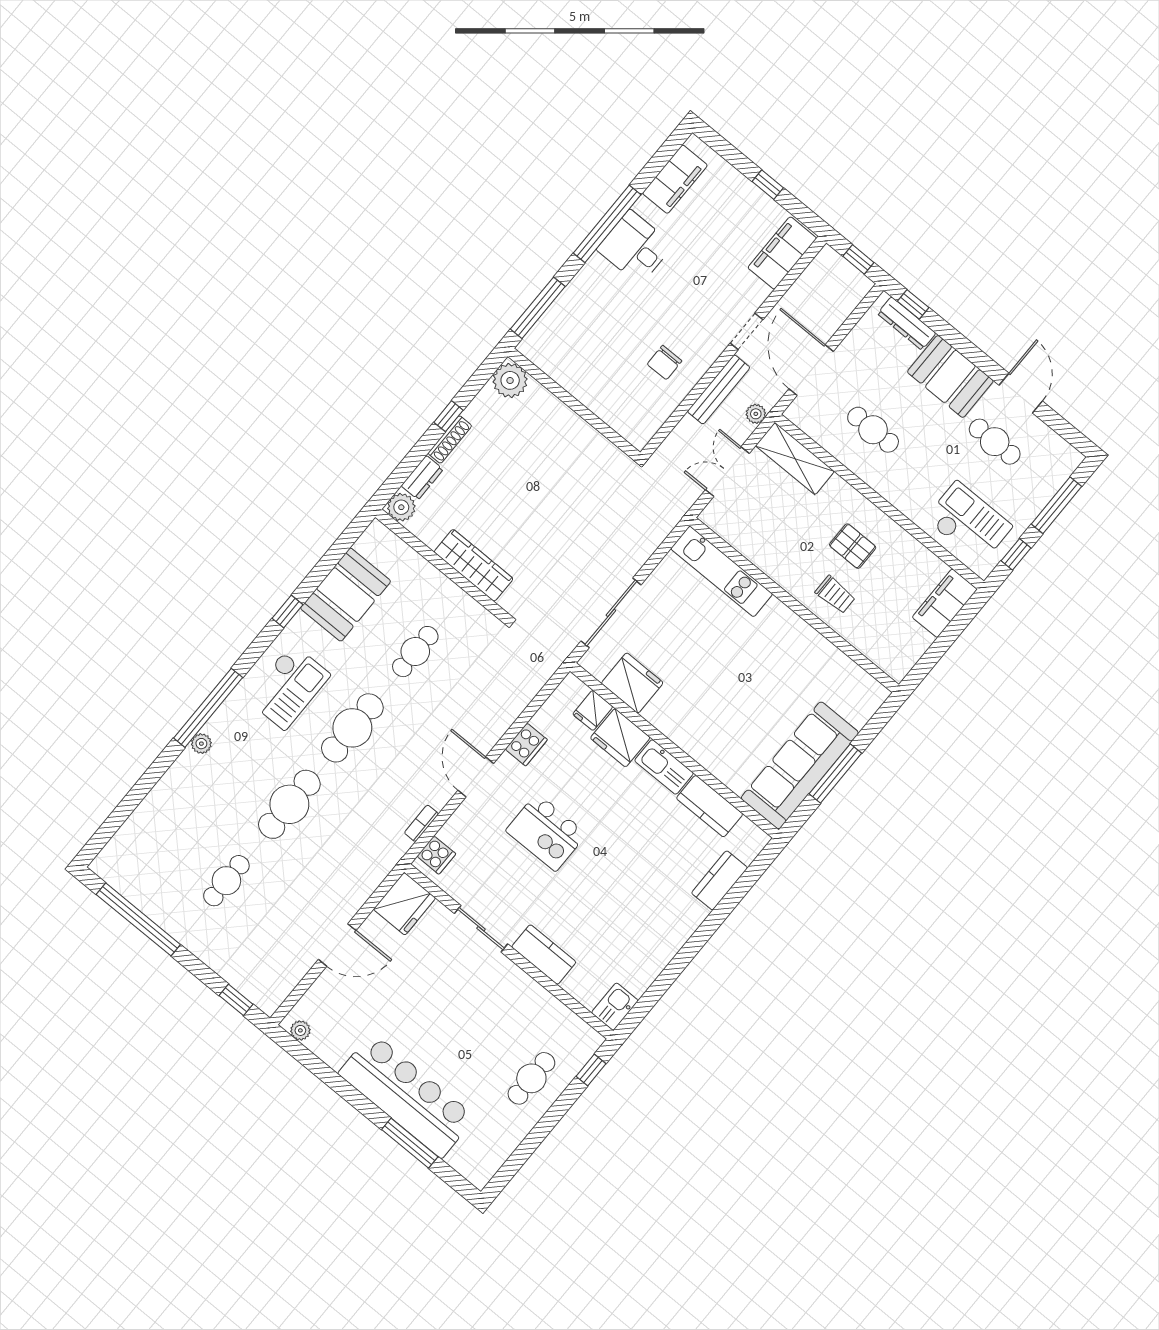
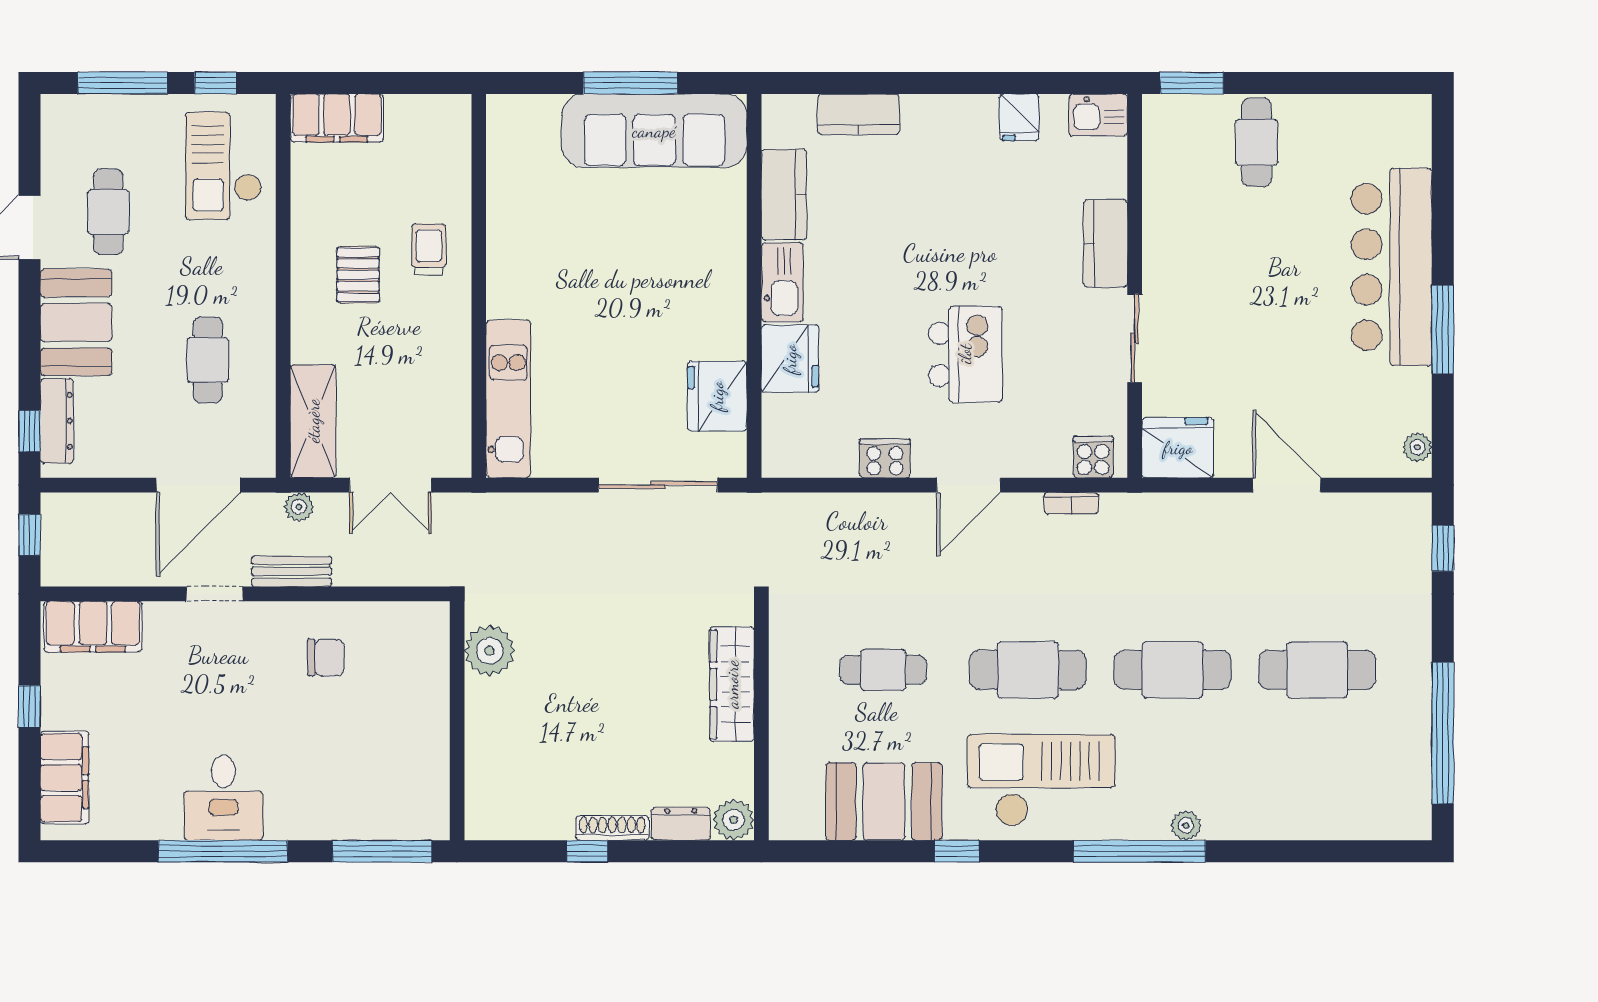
filing cabinet: (675, 179) -> (64, 778), moved, turned 90
plant: (510, 380) -> (490, 651), moved
bench: (719, 389) -> (291, 571), width x0.73
checkout: (288, 687) -> (1041, 780), width x1.36, depth x1.21
fridge: (593, 710) -> (1019, 117), moved, turned 90
cafe table: (226, 881) -> (1317, 670), width x1.37, depth x1.35
window: (591, 1070) -> (1192, 83), width x1.50
cafe table: (531, 1078) -> (1257, 142), turned 90
window: (410, 1143) -> (1443, 330), moved

